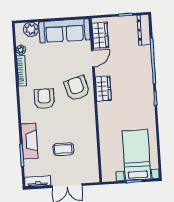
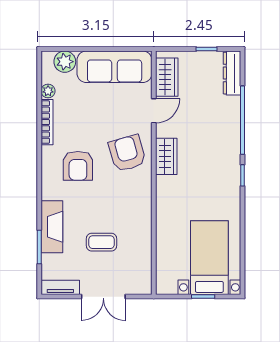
armchair: (44, 99) -> (78, 166), turned 180

